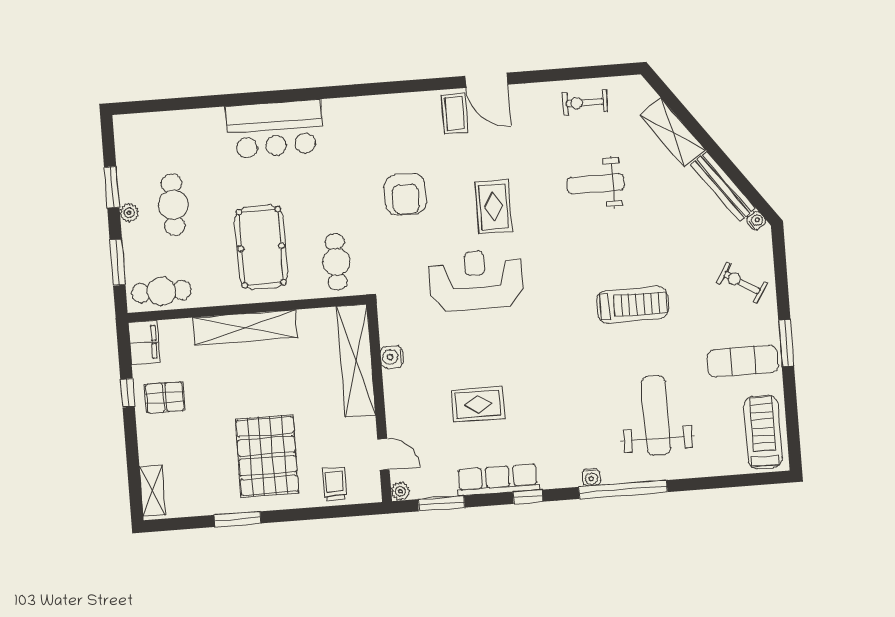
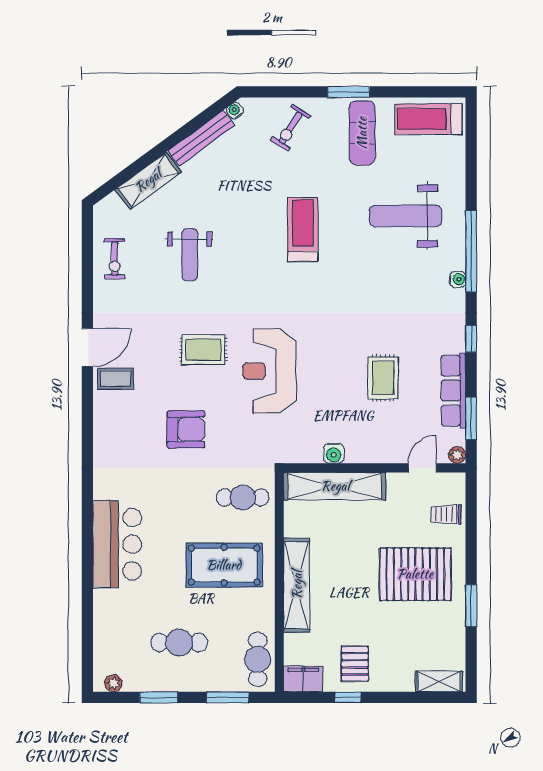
plant: (129, 213) -> (113, 683), moved
row of seats: (498, 480) -> (453, 391), moved

